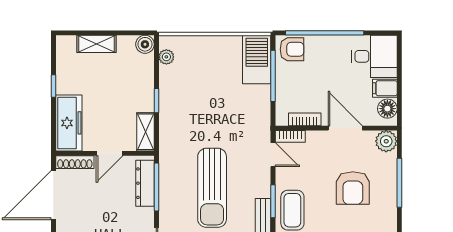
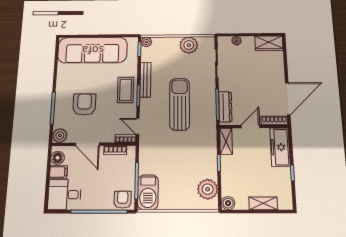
armchair: (292, 49) -> (123, 200), turned 90
plant: (166, 57) -> (208, 189), width x1.87, depth x1.87

